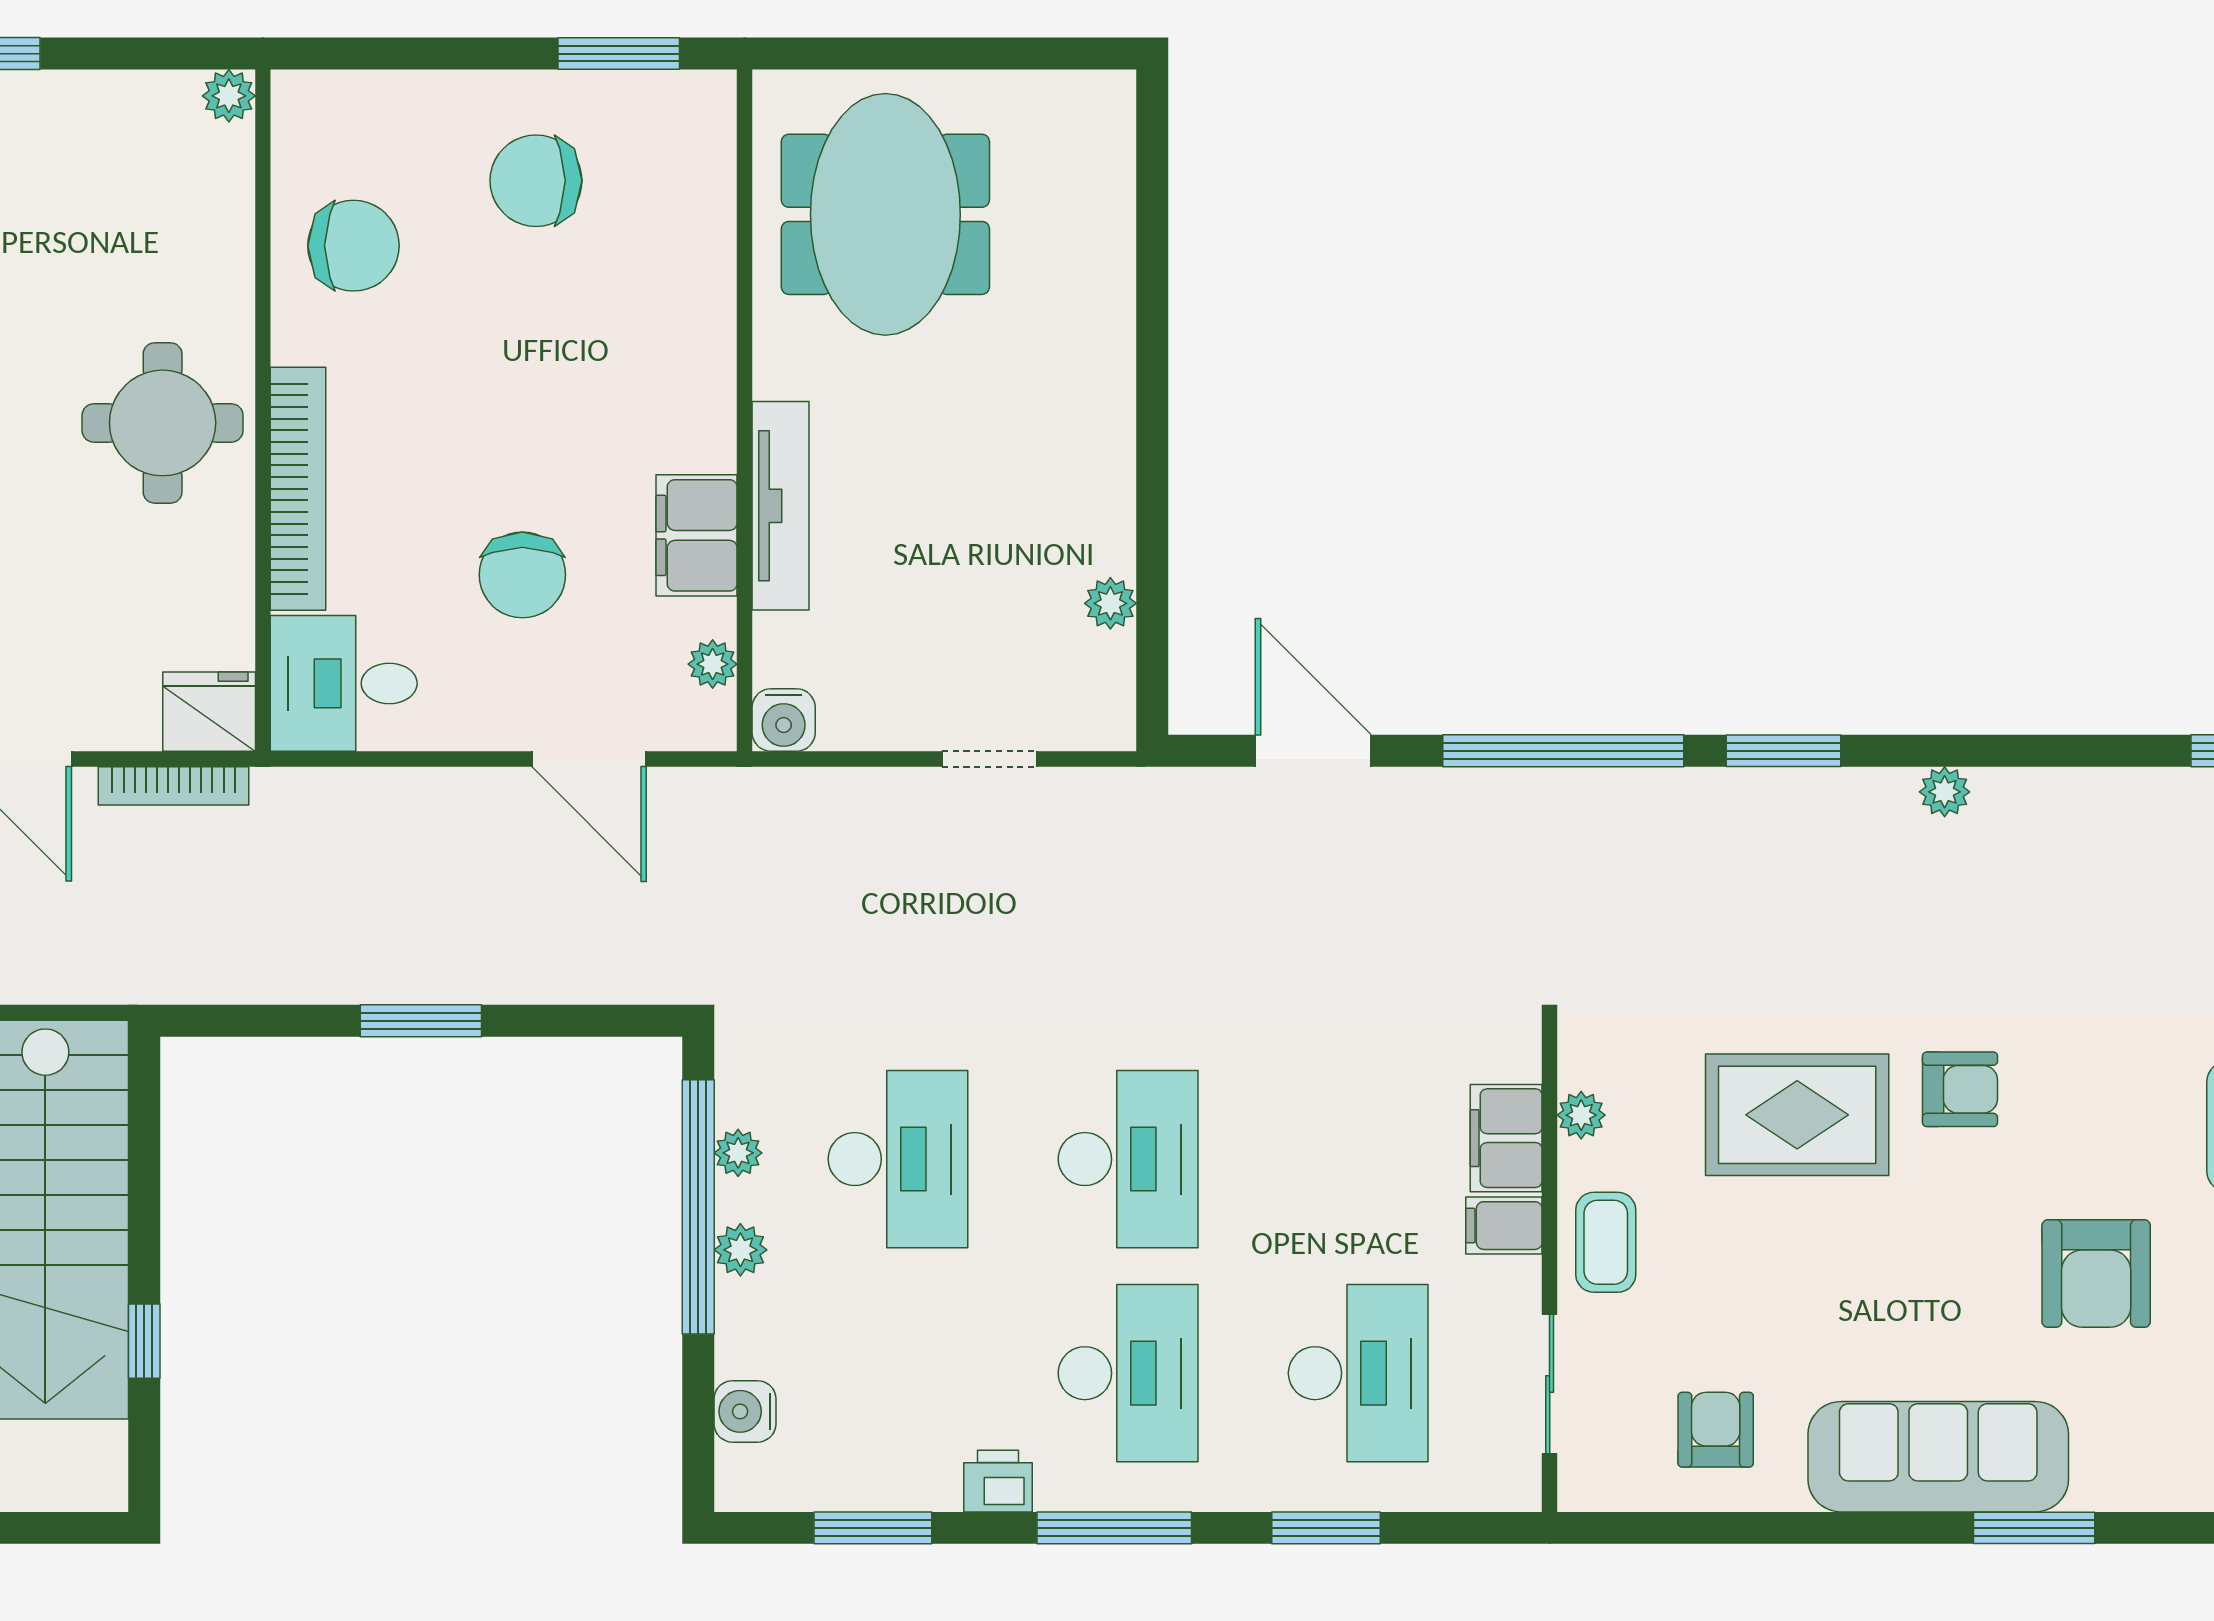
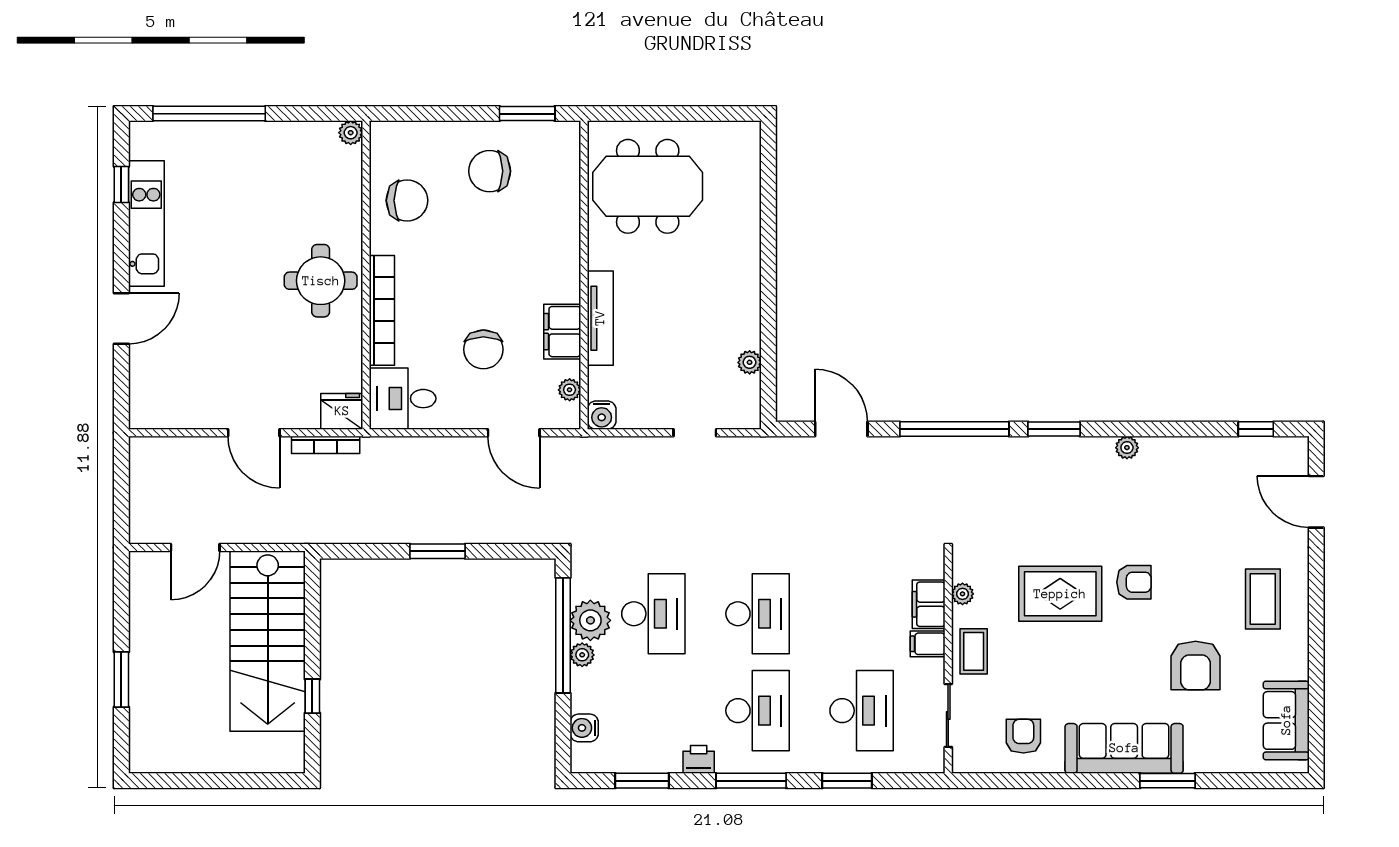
meeting table: (885, 214) -> (648, 186), turned 90
plant: (738, 1153) -> (590, 620), width x1.88, depth x1.88

